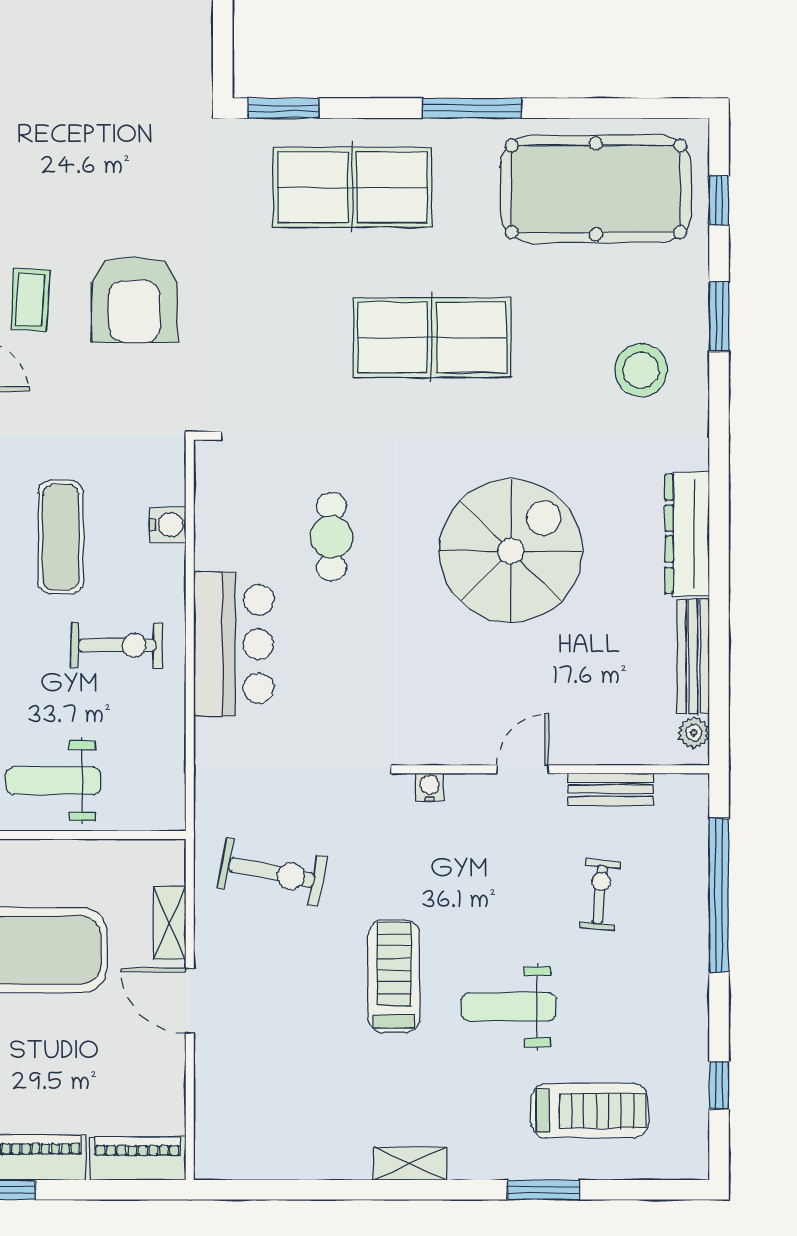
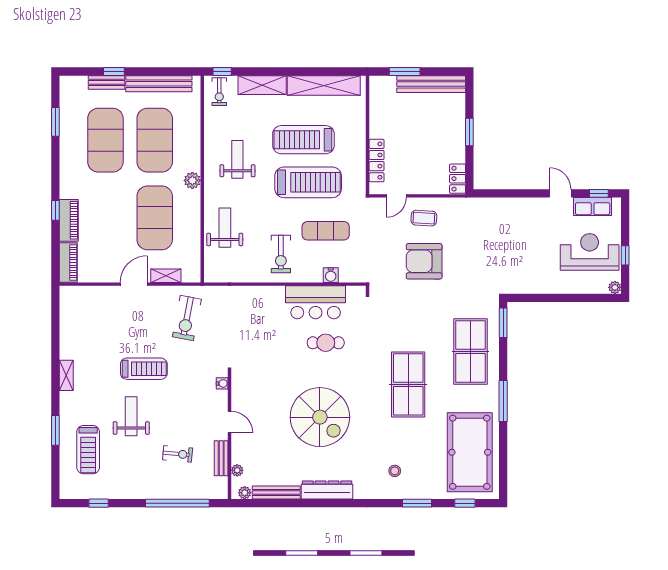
stool: (641, 370) -> (395, 471), width x0.53, depth x0.53
bar counter: (234, 644) -> (316, 302), moved
plant: (640, 751) -> (237, 470), added

